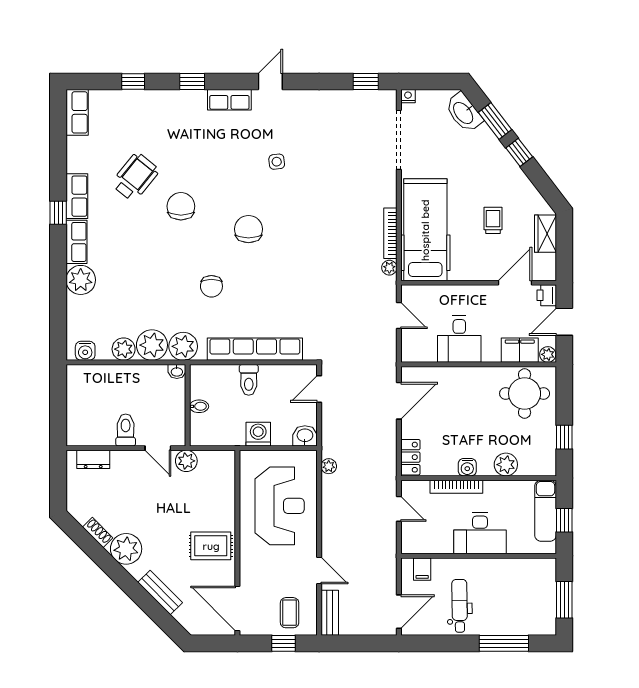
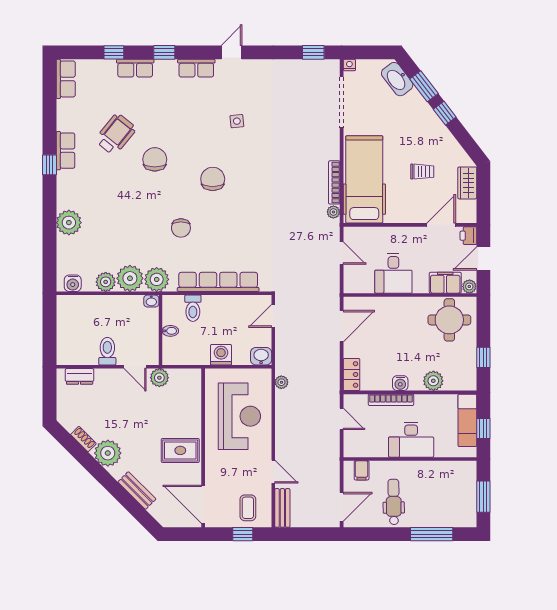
trolley: (493, 220) -> (422, 172), turned 90
row of seats: (76, 242) -> (135, 68), moved, turned 90
toilet: (249, 380) -> (193, 308), moved

